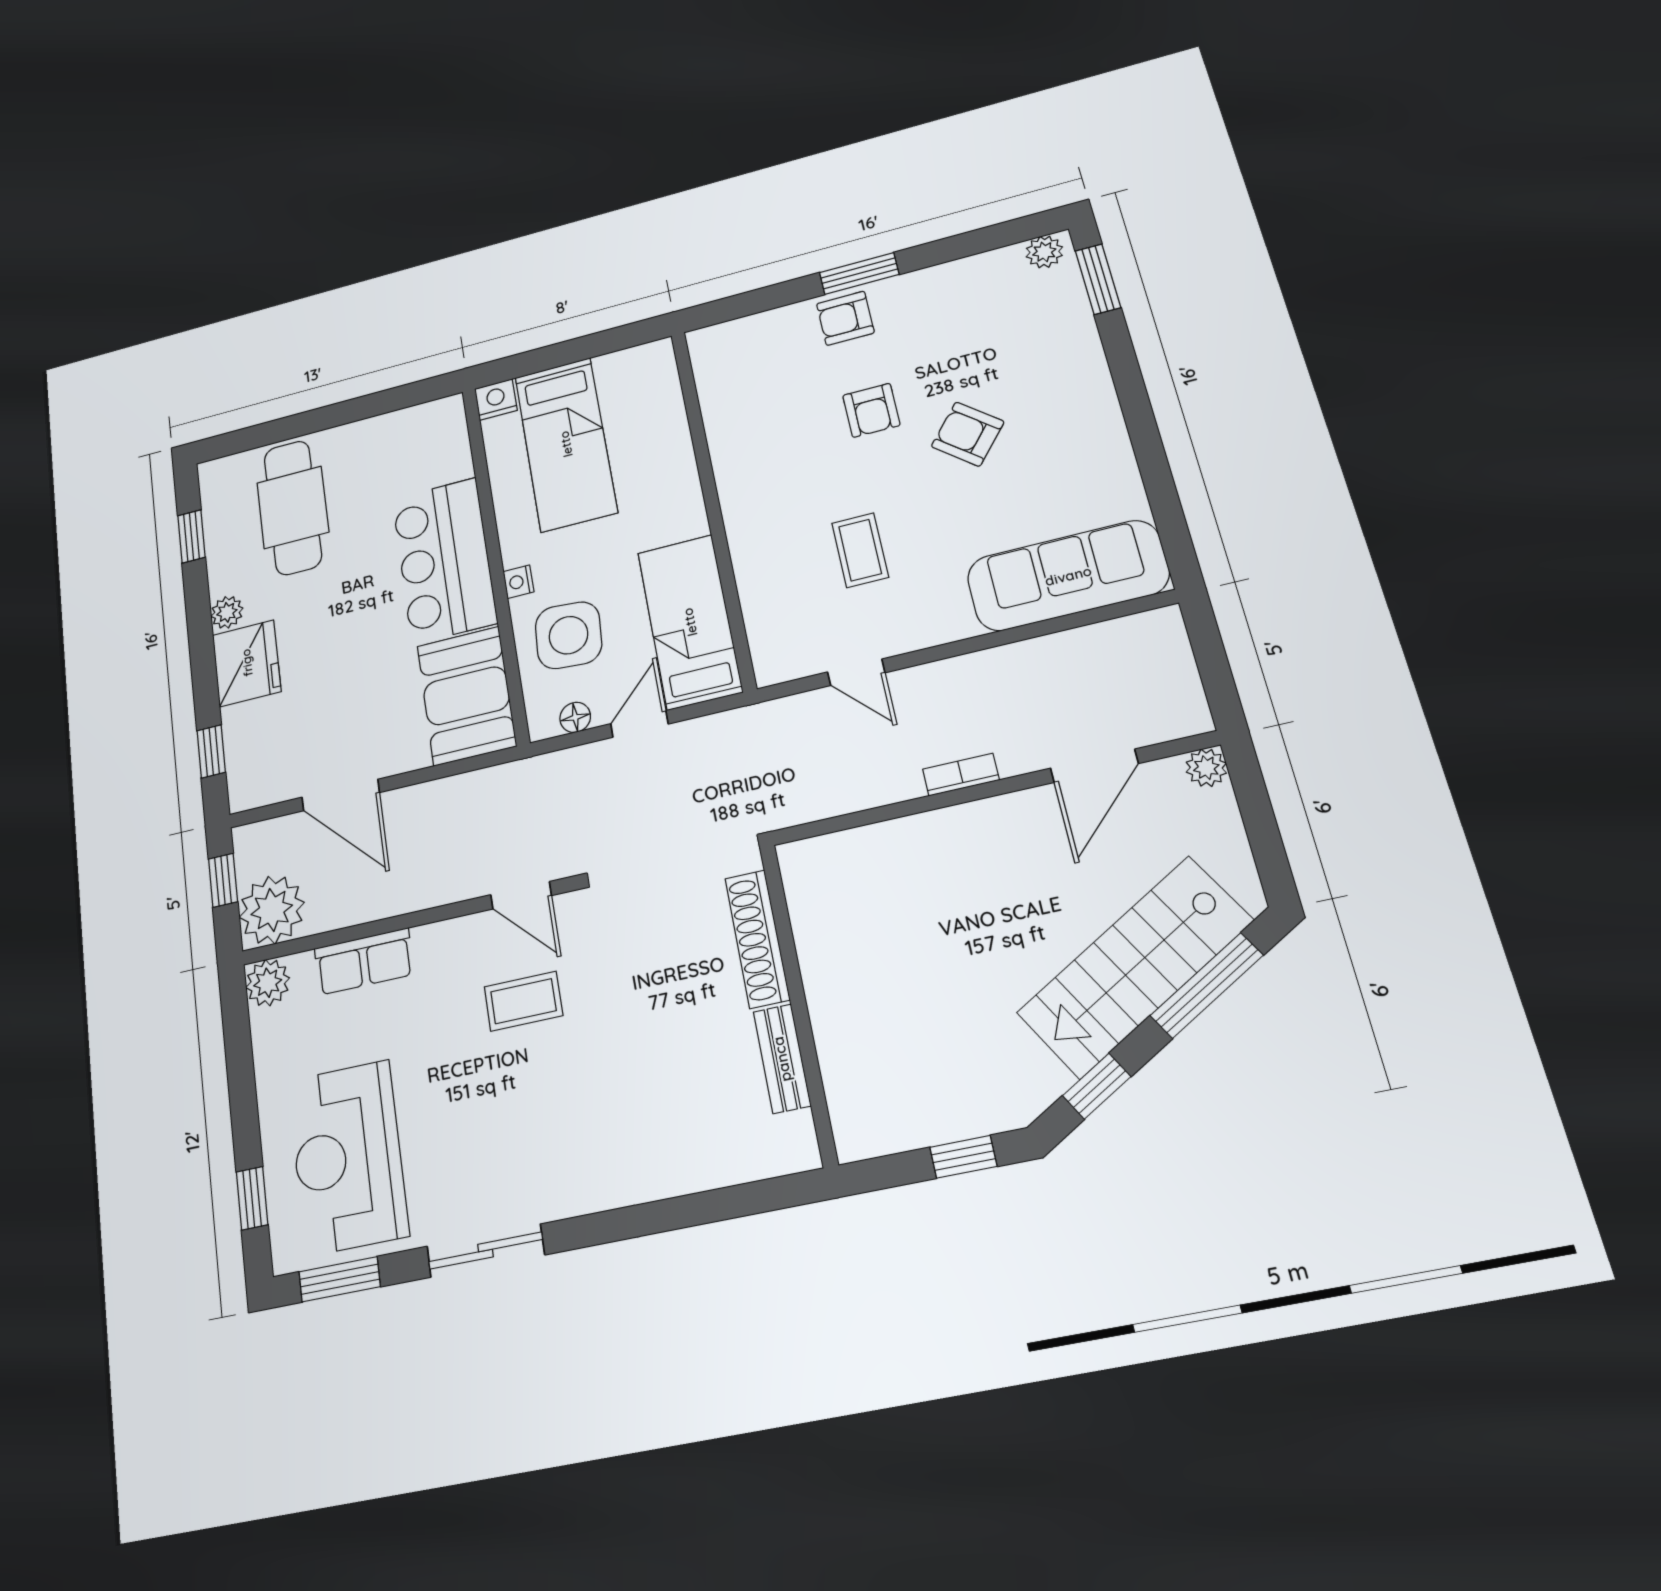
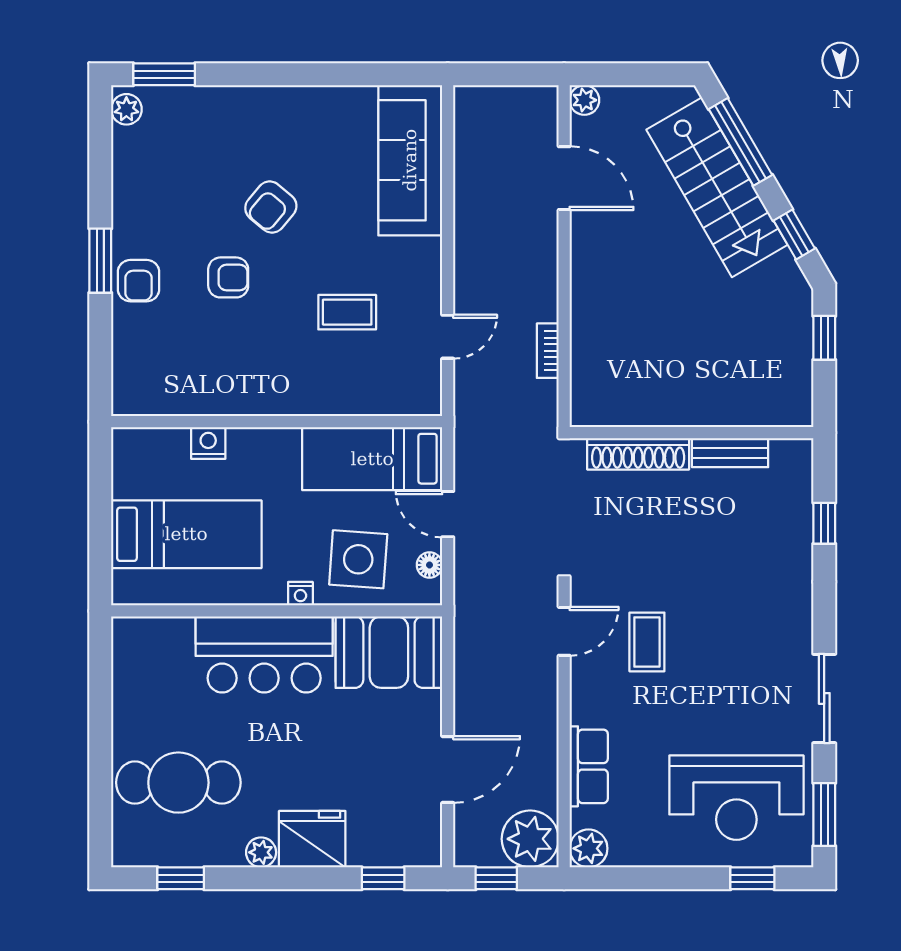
nightstand: (496, 400) -> (208, 443), moved, turned 90
bookcase: (961, 775) -> (548, 351), moved
window: (713, 1206) -> (824, 523), added

